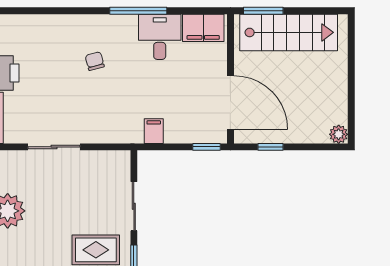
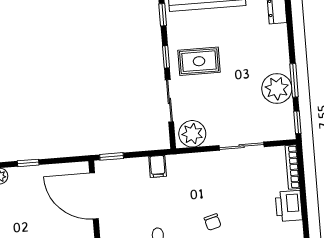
window: (271, 147) -> (28, 163), moved
plant: (110, 166) -> (192, 134), added

